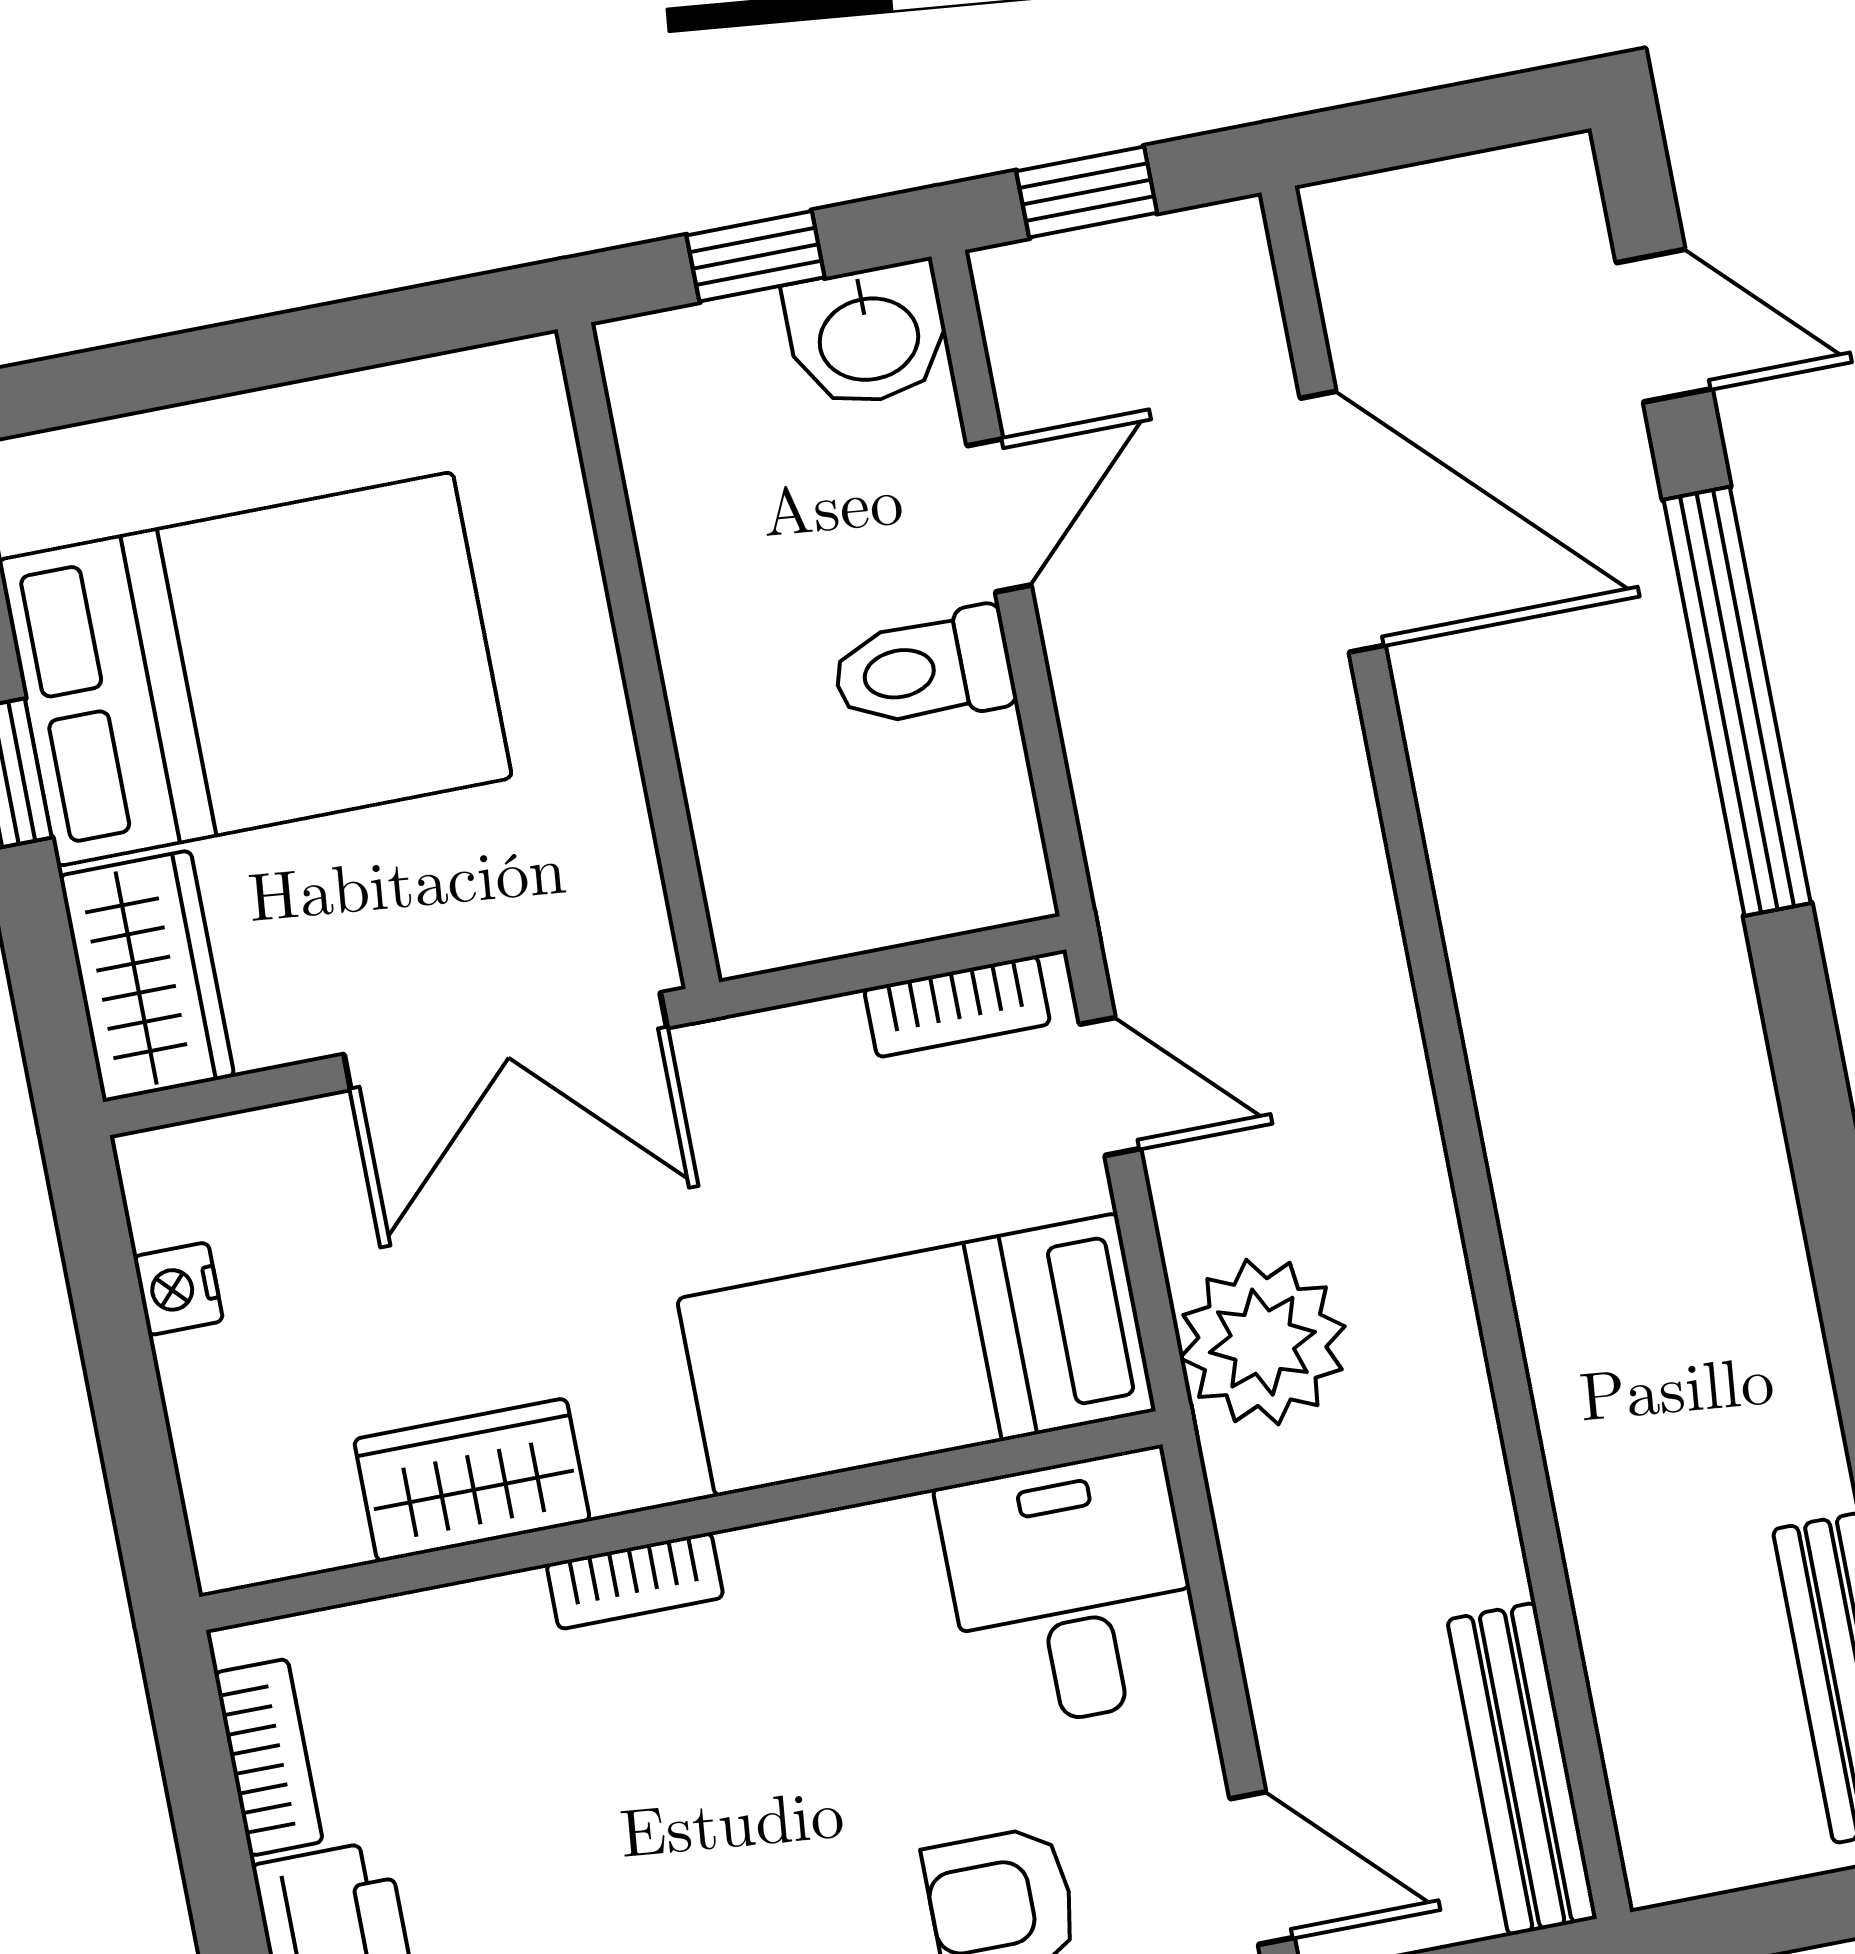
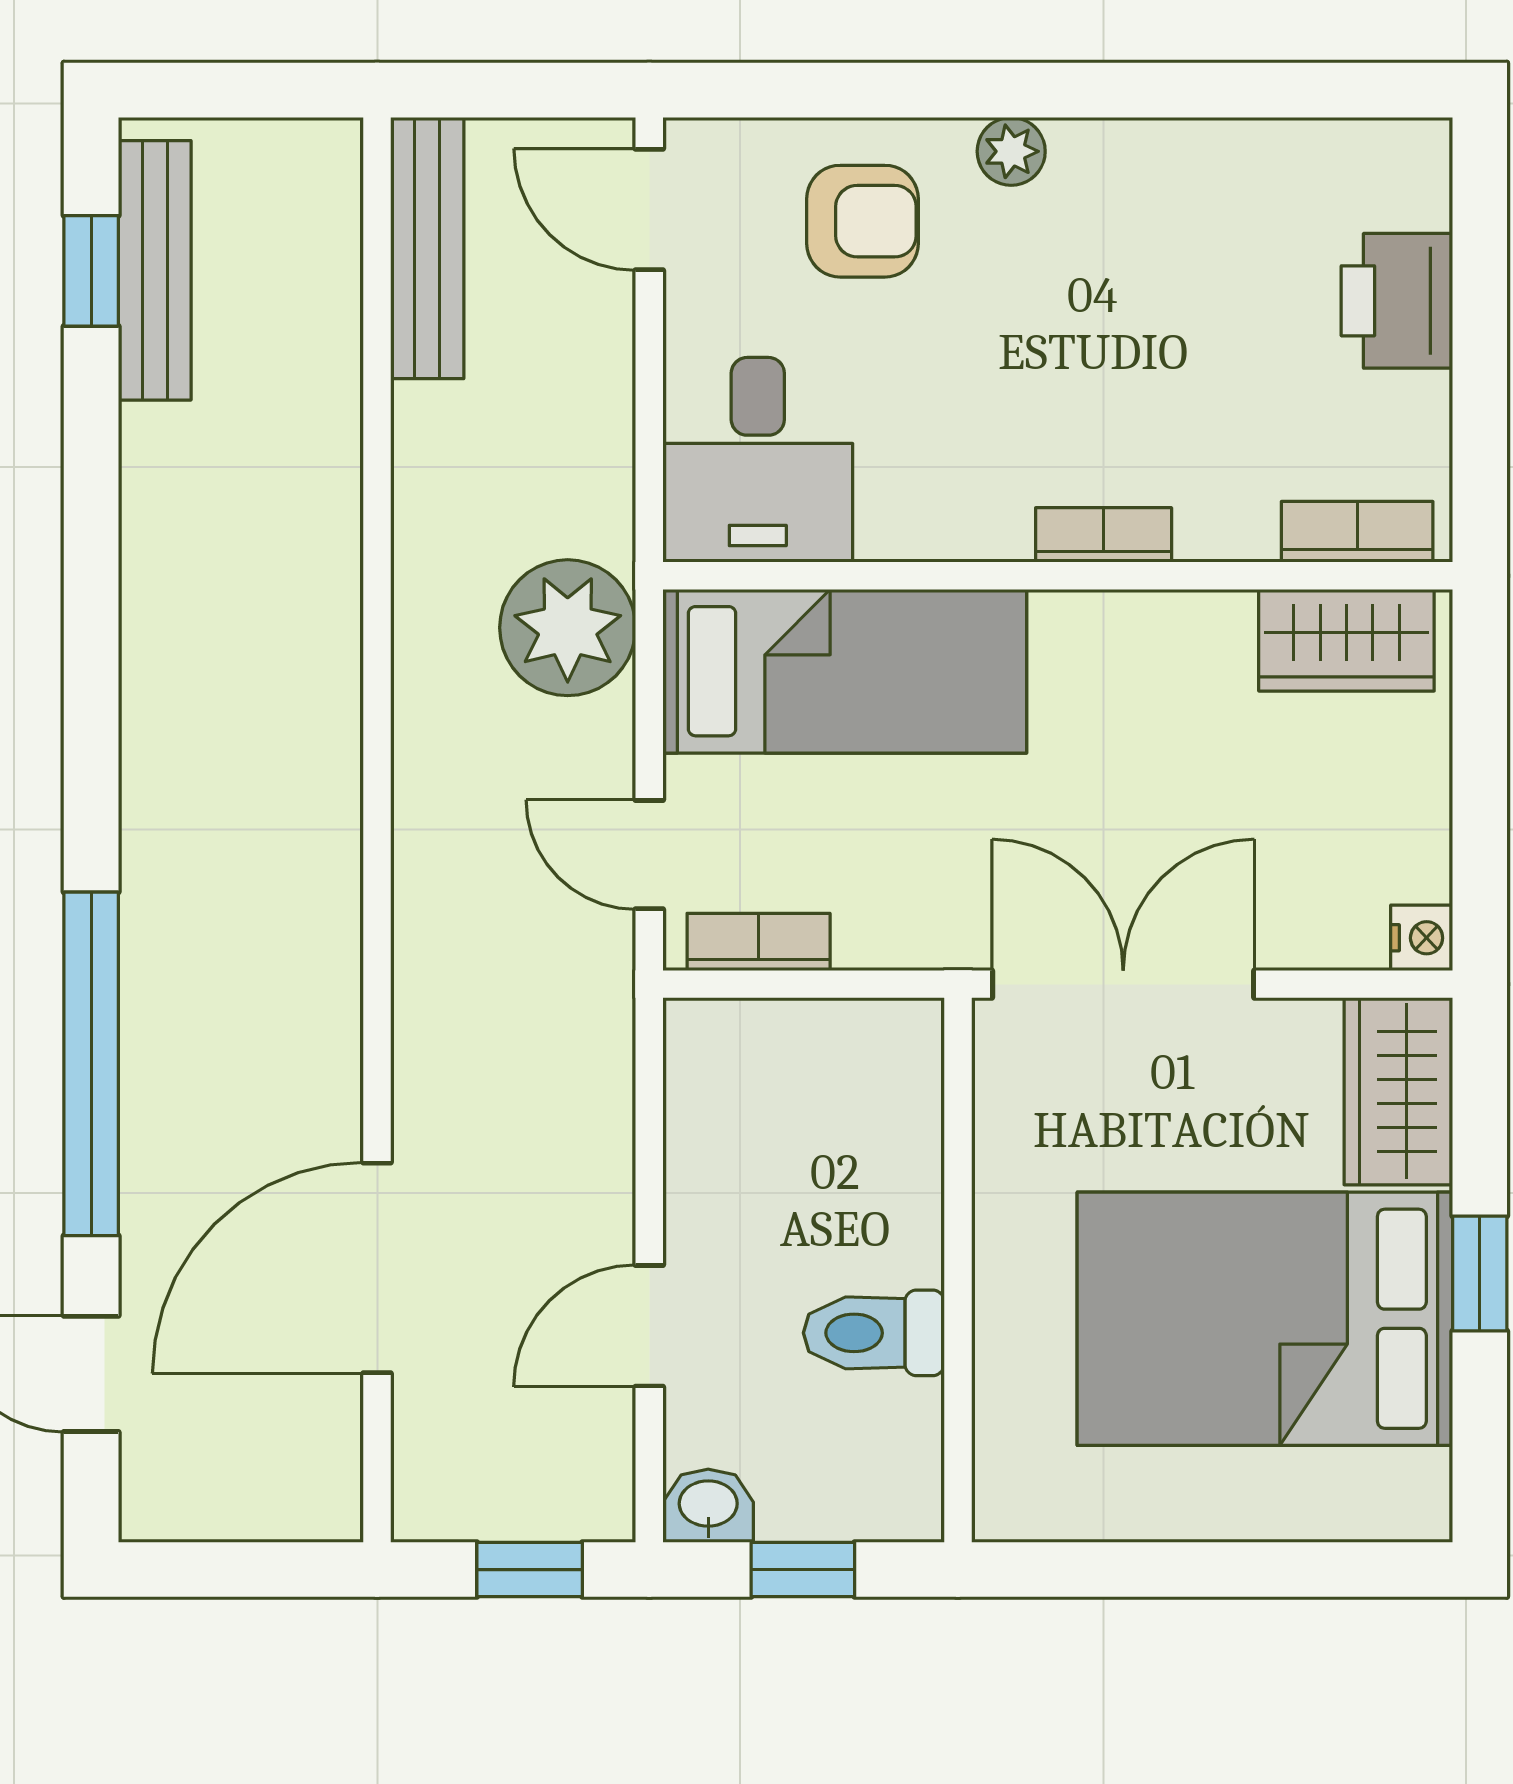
washbasin: (868, 335) -> (708, 1506), width x0.72, depth x0.69
door: (1343, 522) -> (377, 1268), hinge flipped
toilet: (923, 669) -> (874, 1333), moved, turned 180
nightstand: (178, 1289) -> (1422, 938), moved
wardrobe: (472, 1480) -> (1346, 640), moved
bookcase: (269, 1757) -> (1357, 532), moved, turned 90

